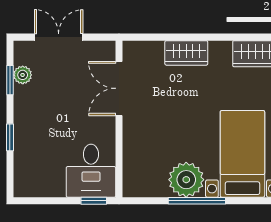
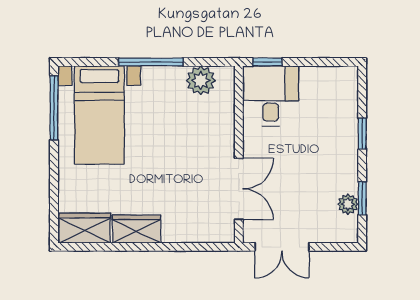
double door: (59, 37) -> (282, 247), moved
wardrobe: (186, 53) -> (137, 229), moved
plant: (186, 180) -> (201, 80), moved, width x0.73, depth x0.73

